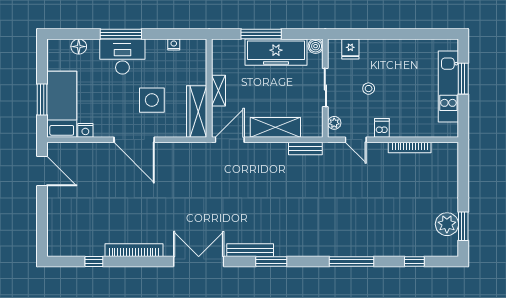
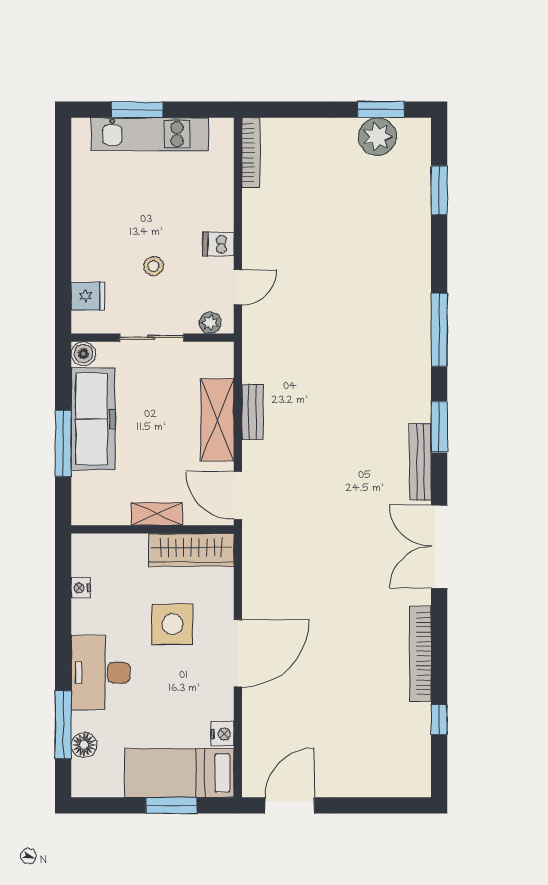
window: (121, 34) -> (63, 725), moved
bookcase: (410, 148) -> (251, 153), moved
bench: (305, 149) -> (252, 412), moved
window: (352, 262) -> (439, 330), moved
window: (414, 262) -> (439, 190), width x1.50

